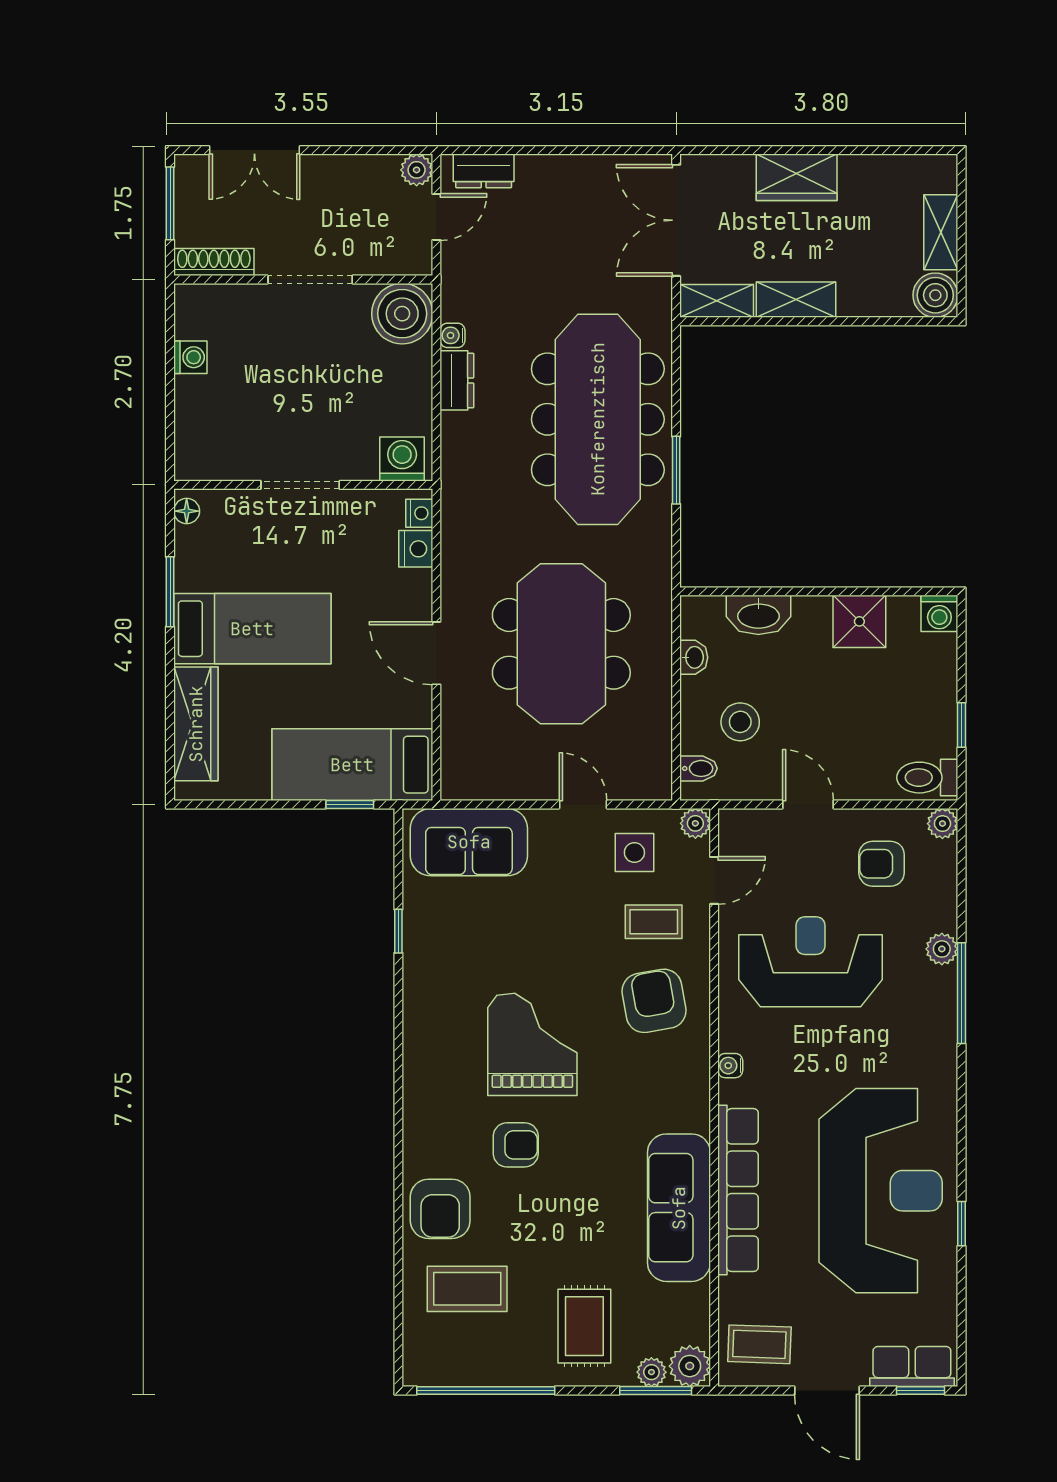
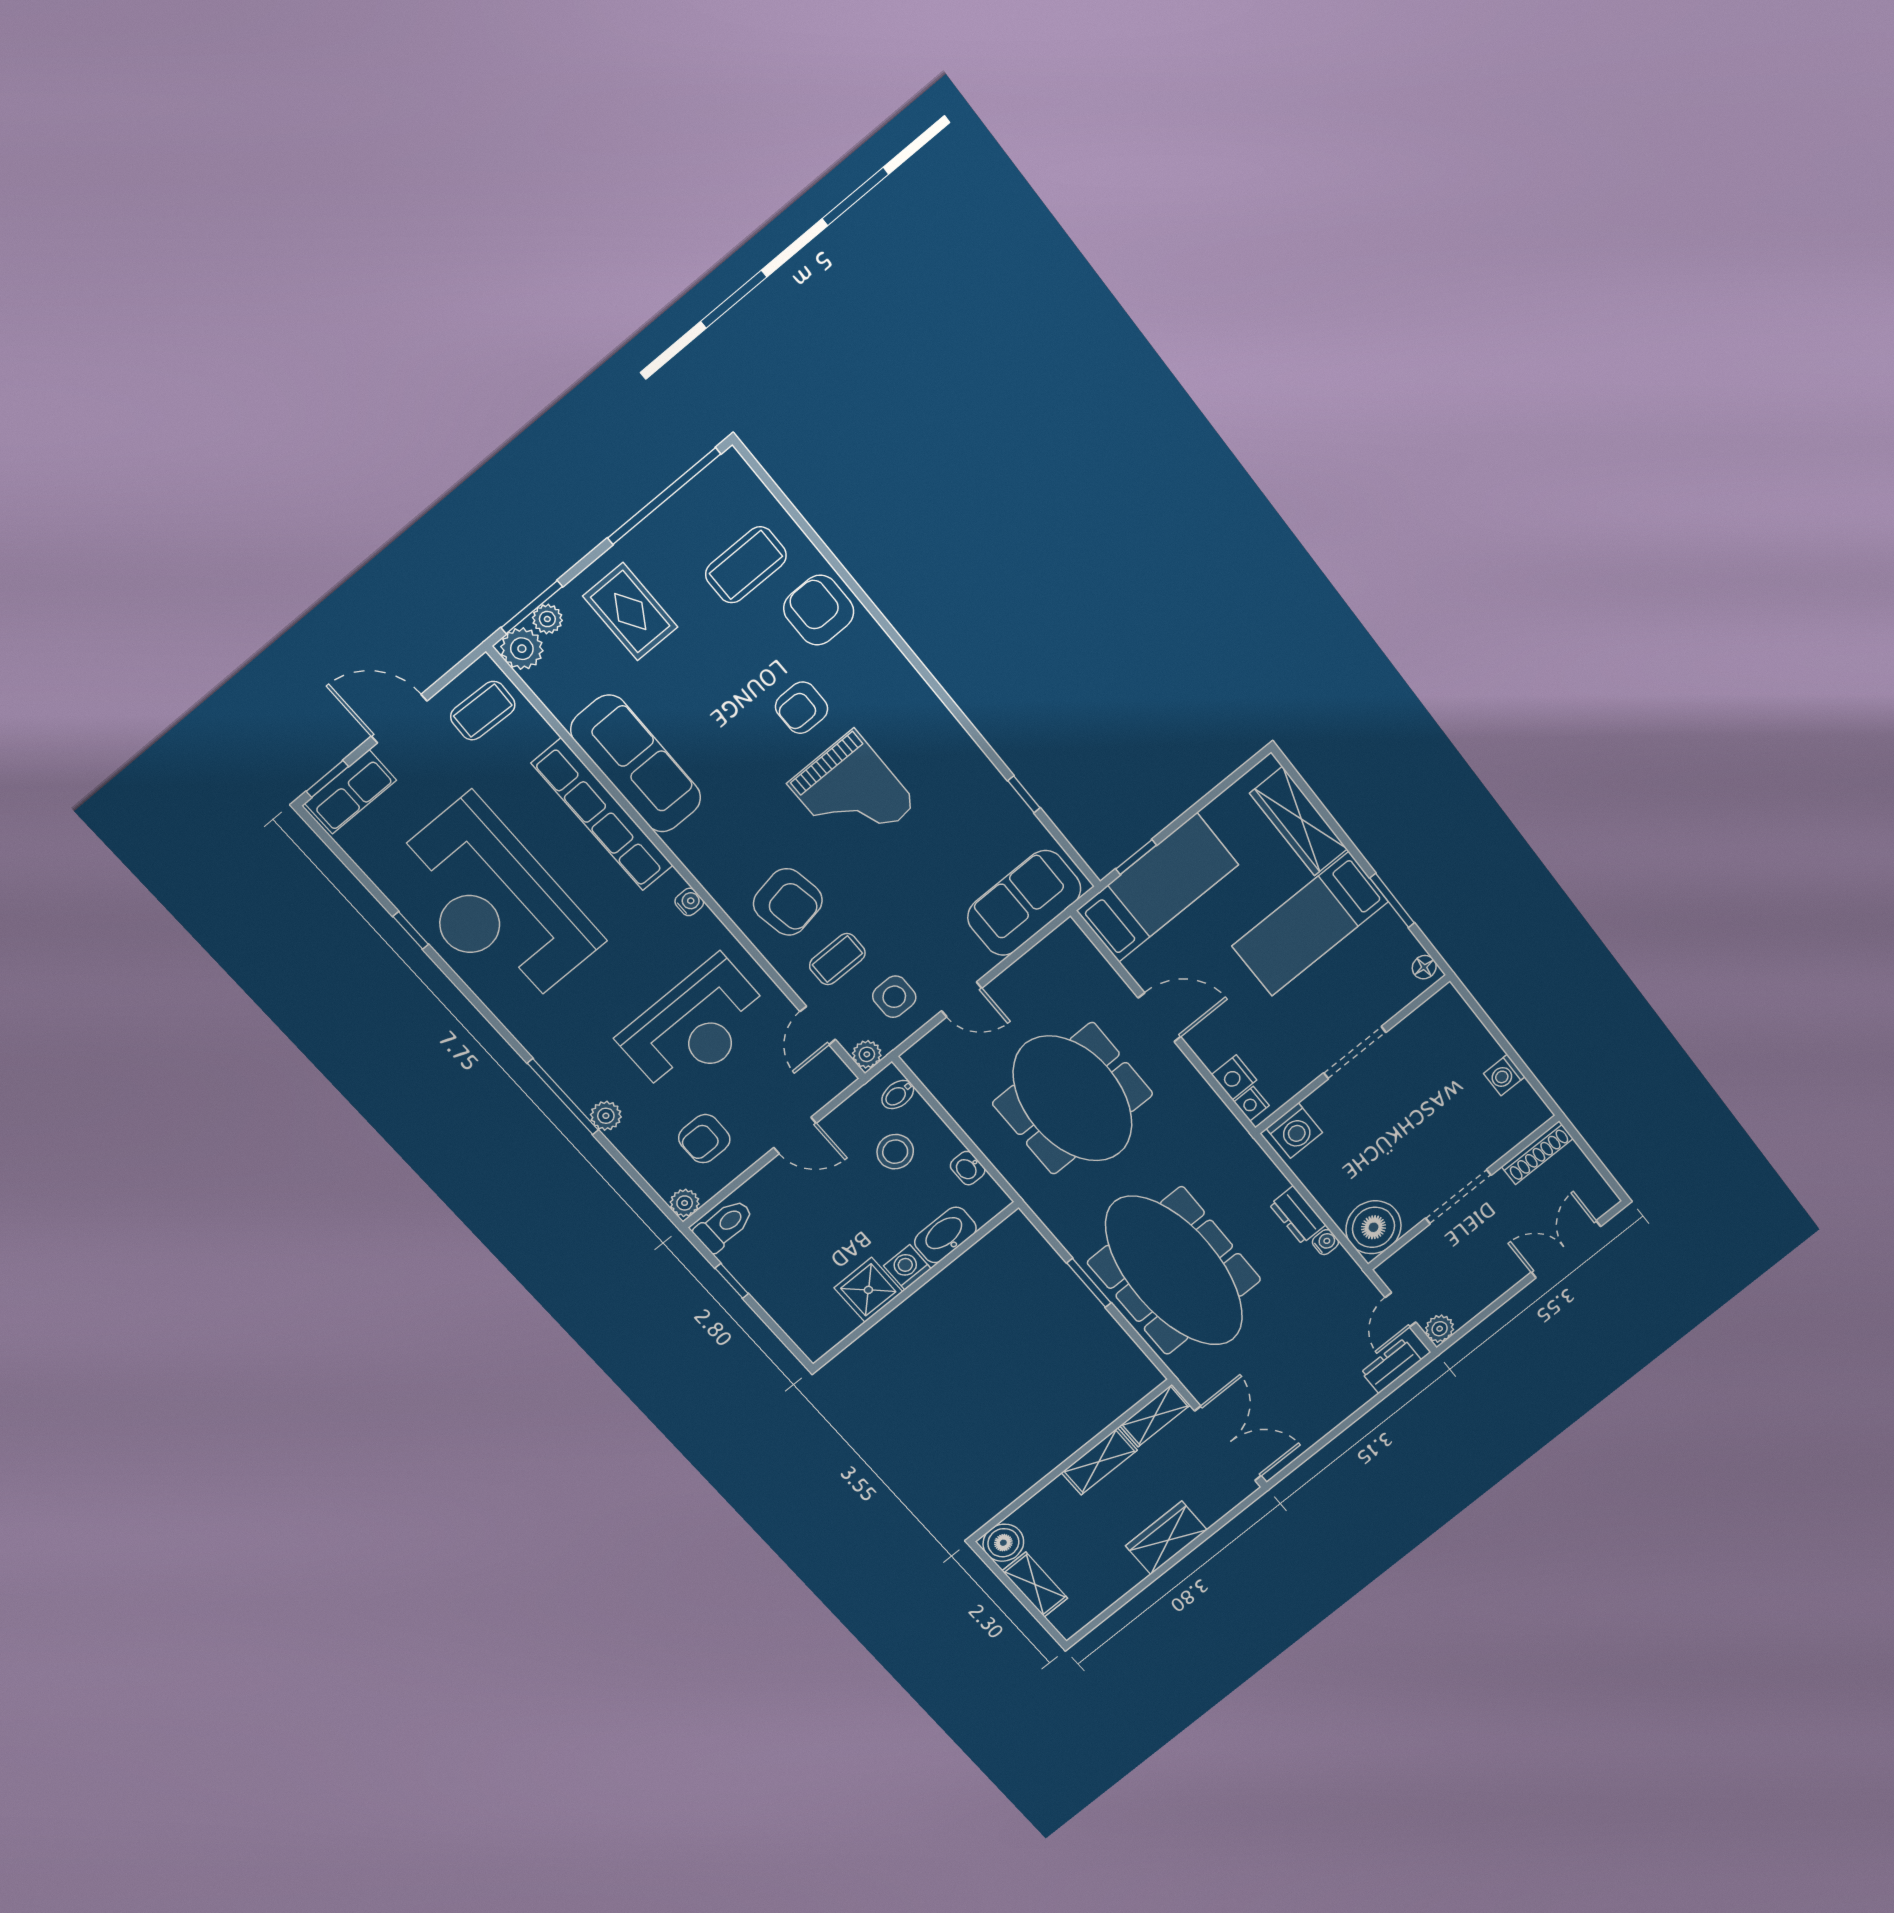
window: (170, 203) -> (1599, 1166), removed
washing machine: (939, 613) -> (907, 1267), moved
armchair: (882, 864) -> (704, 1139), turned 180

